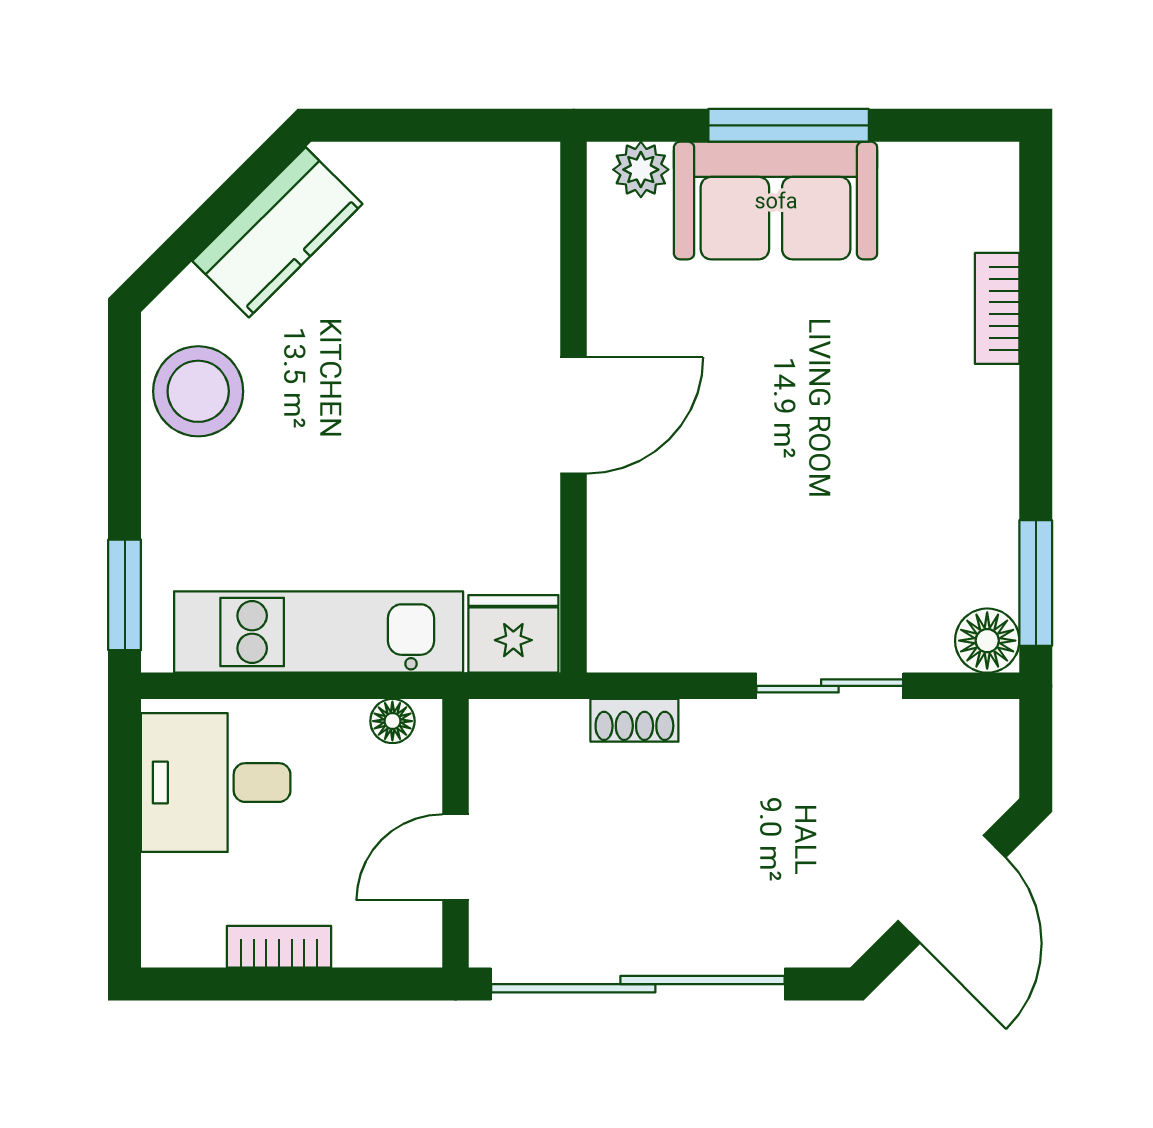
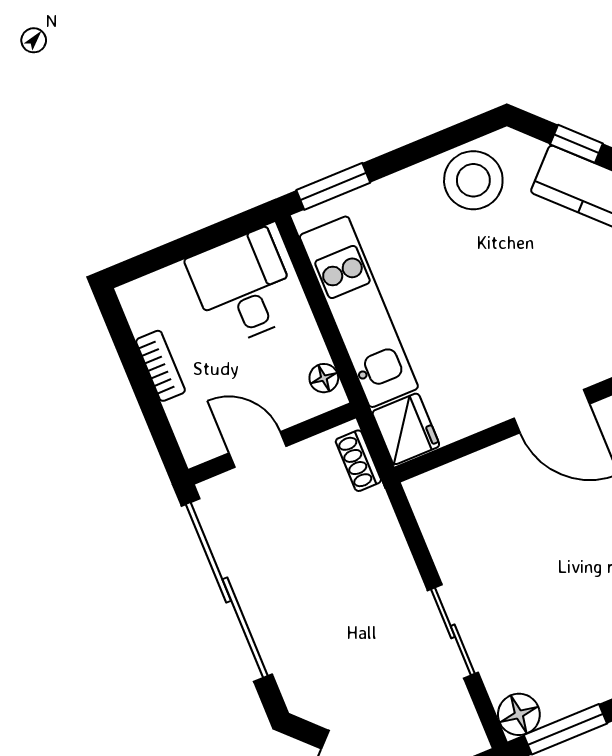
window: (207, 223) -> (576, 144), added
shoe rack: (634, 720) -> (358, 461), moved

